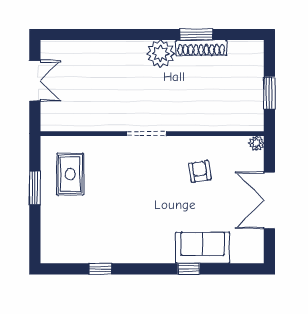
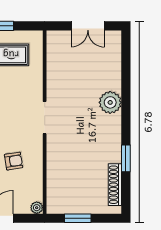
shoe rack: (201, 48) -> (115, 185), moved
plant: (160, 54) -> (110, 102), moved

